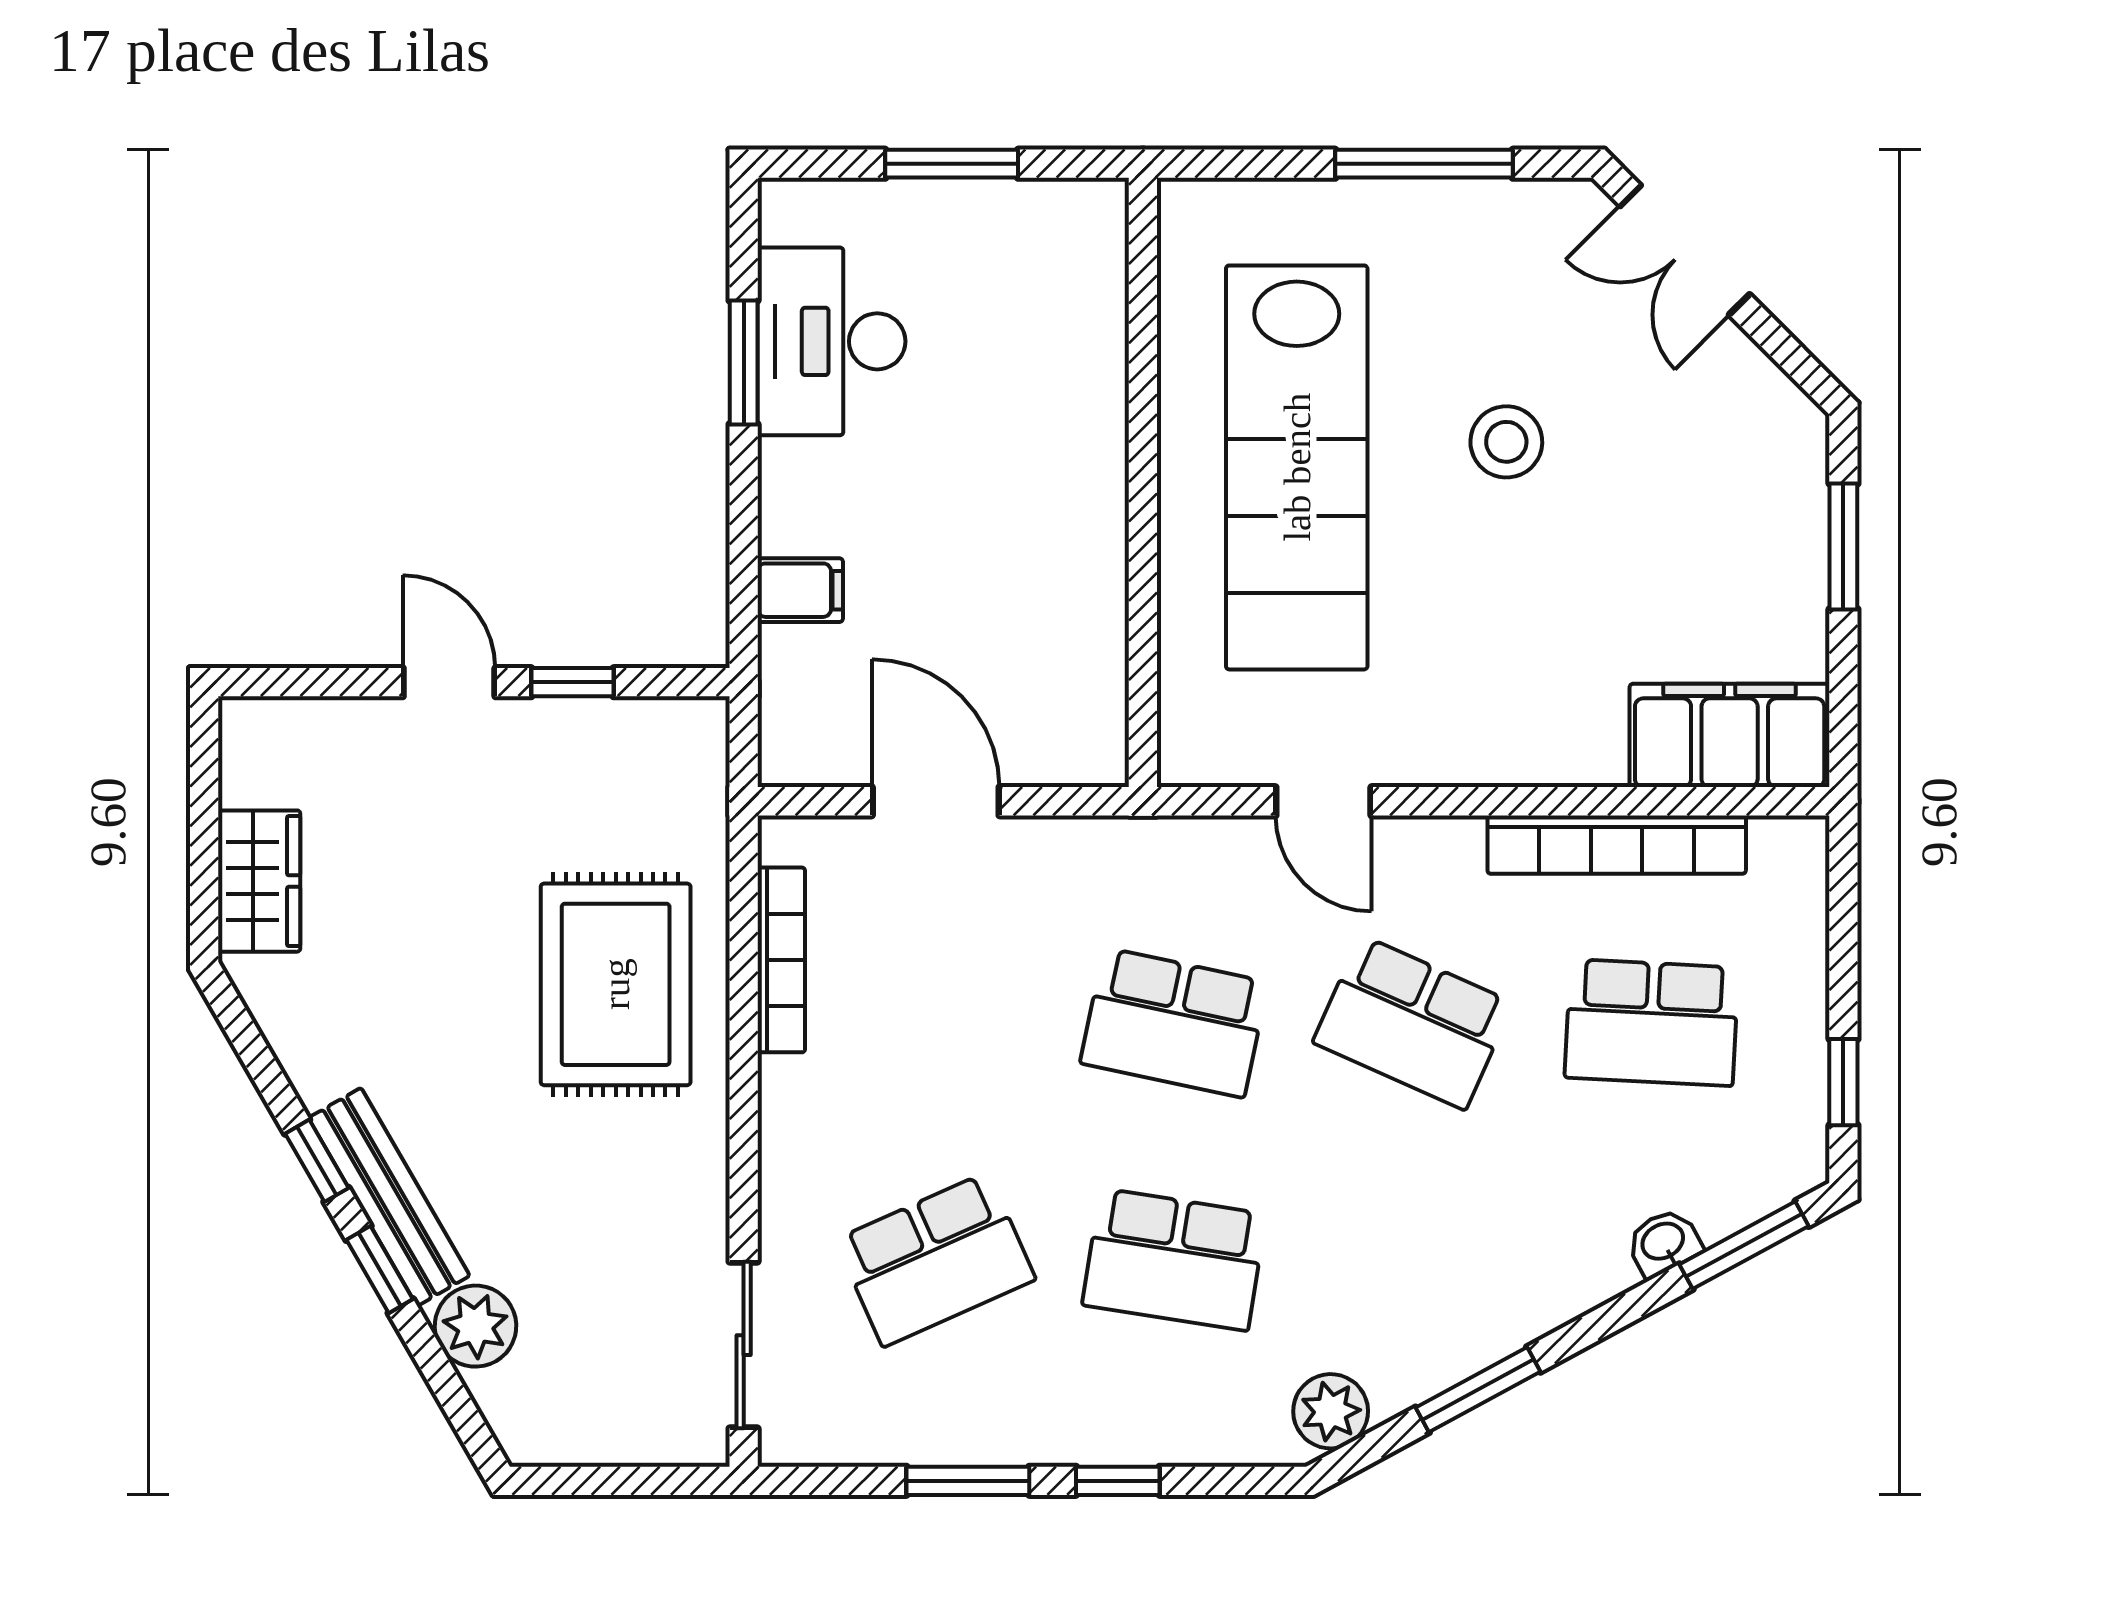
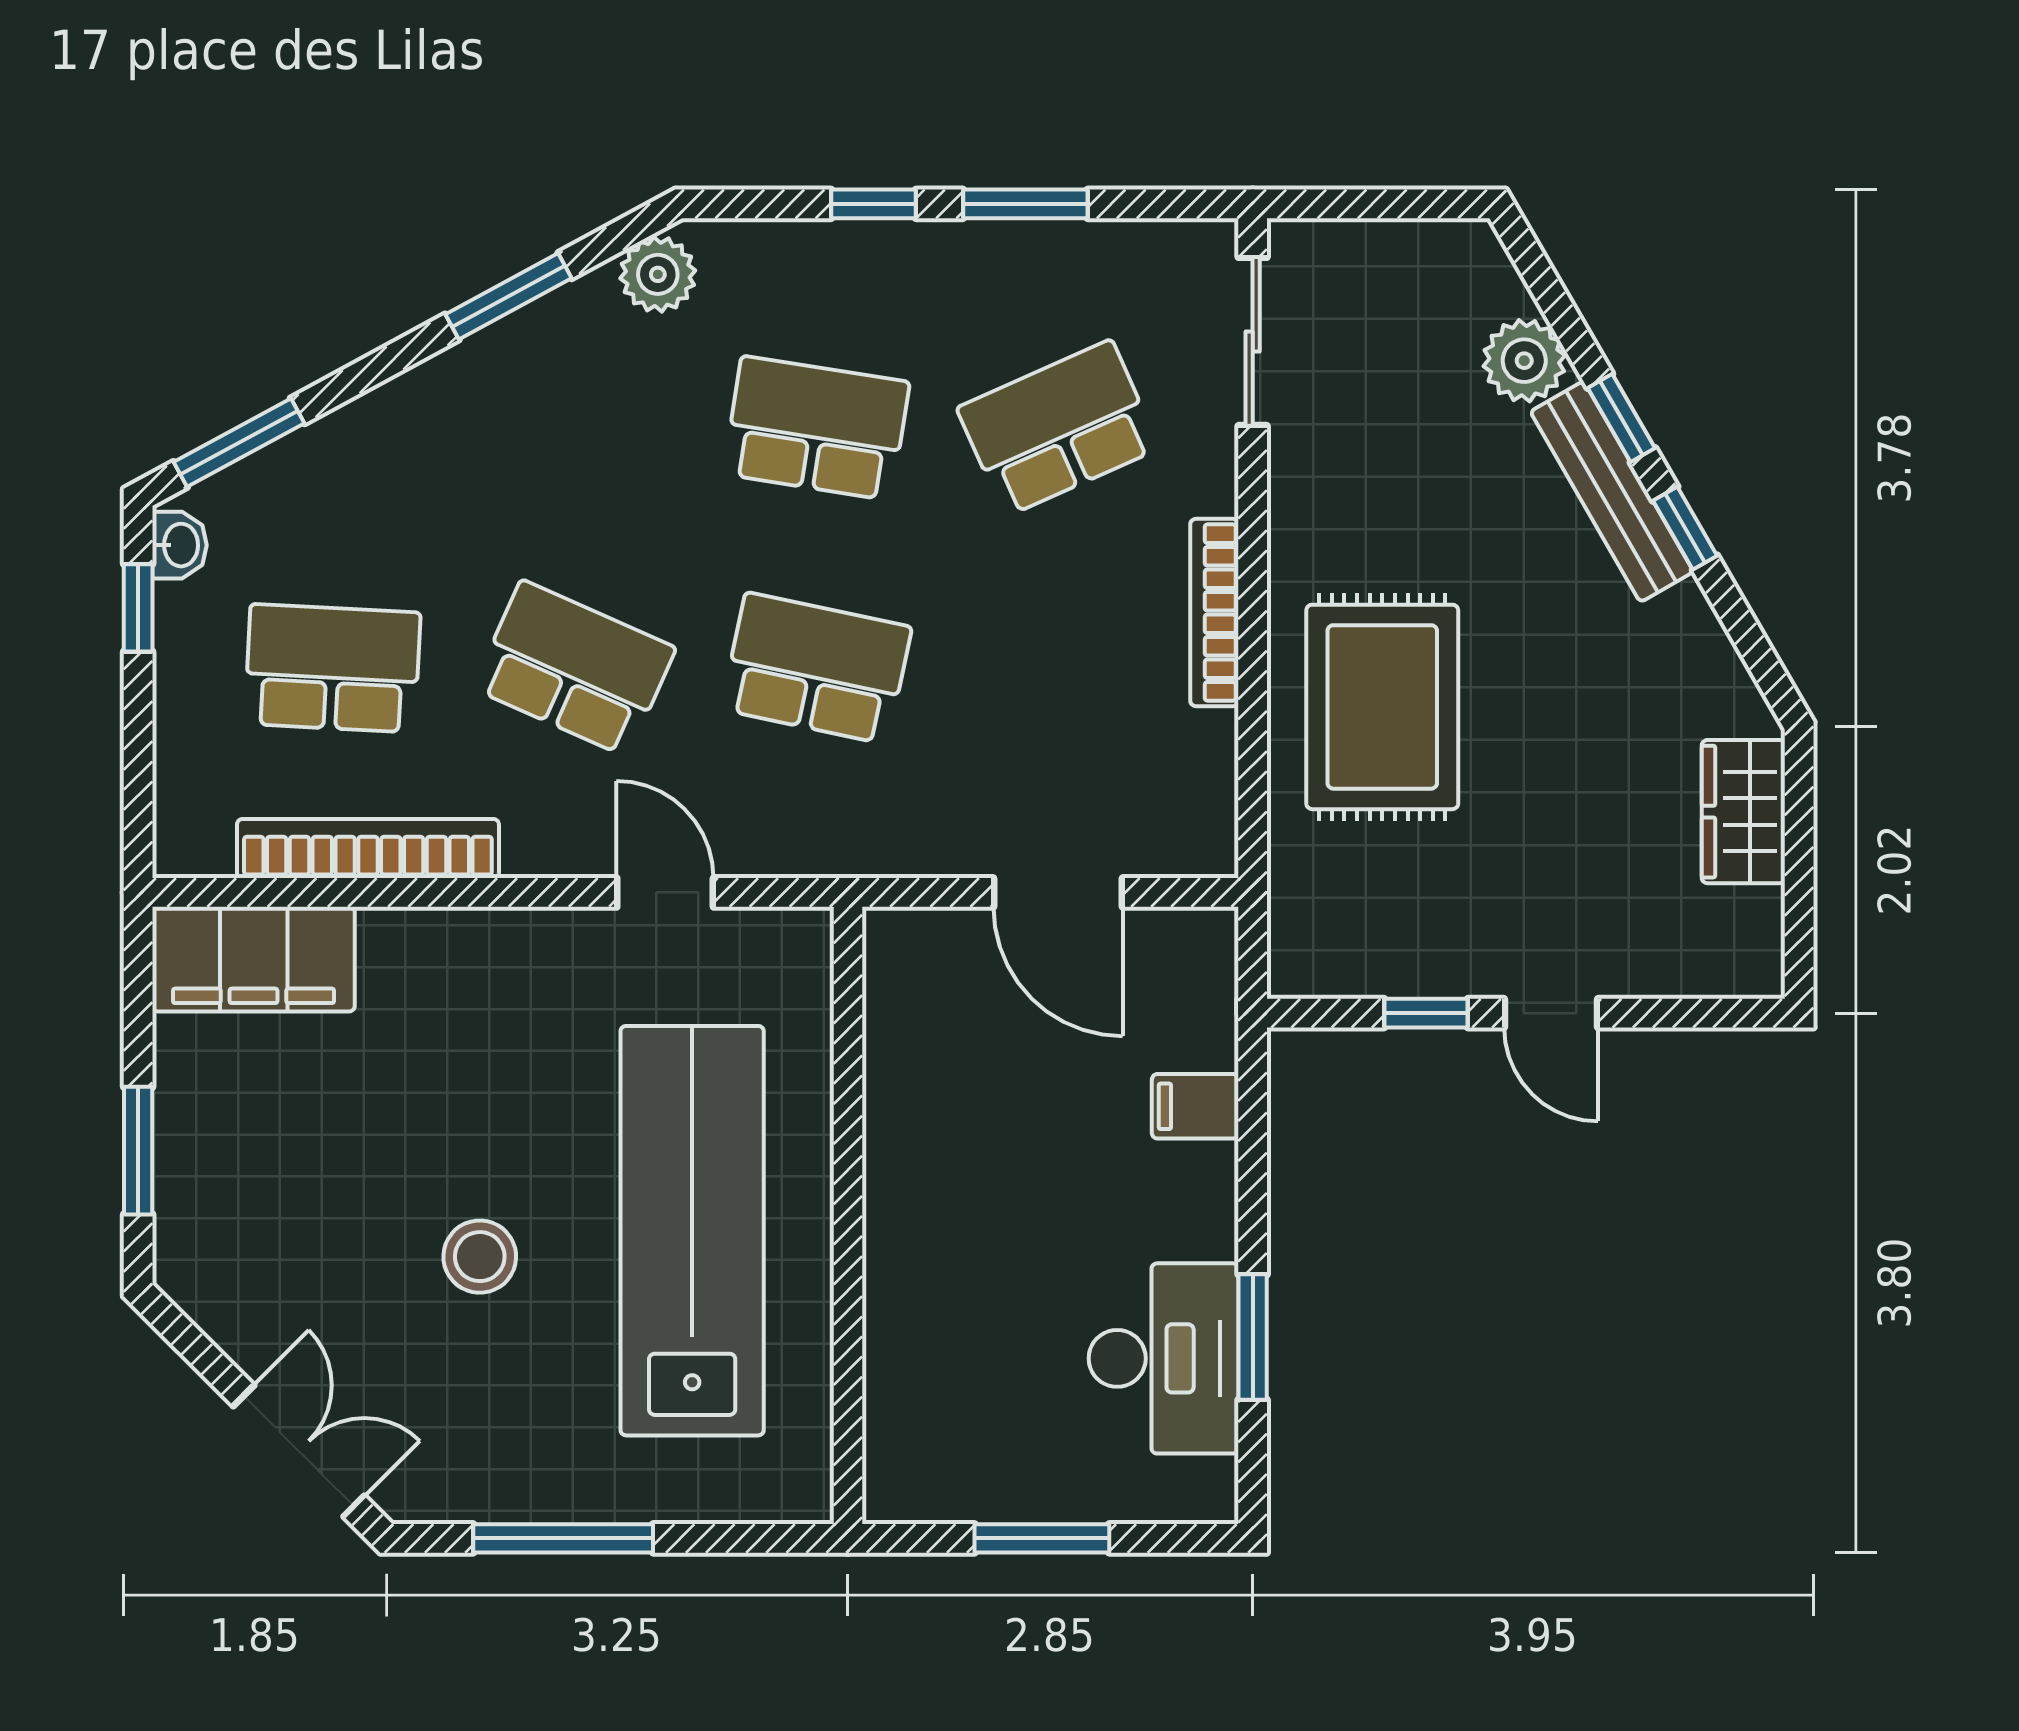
bookcase: (781, 960) -> (1214, 613), moved
washbasin: (1663, 1243) -> (179, 545), moved, turned -62

